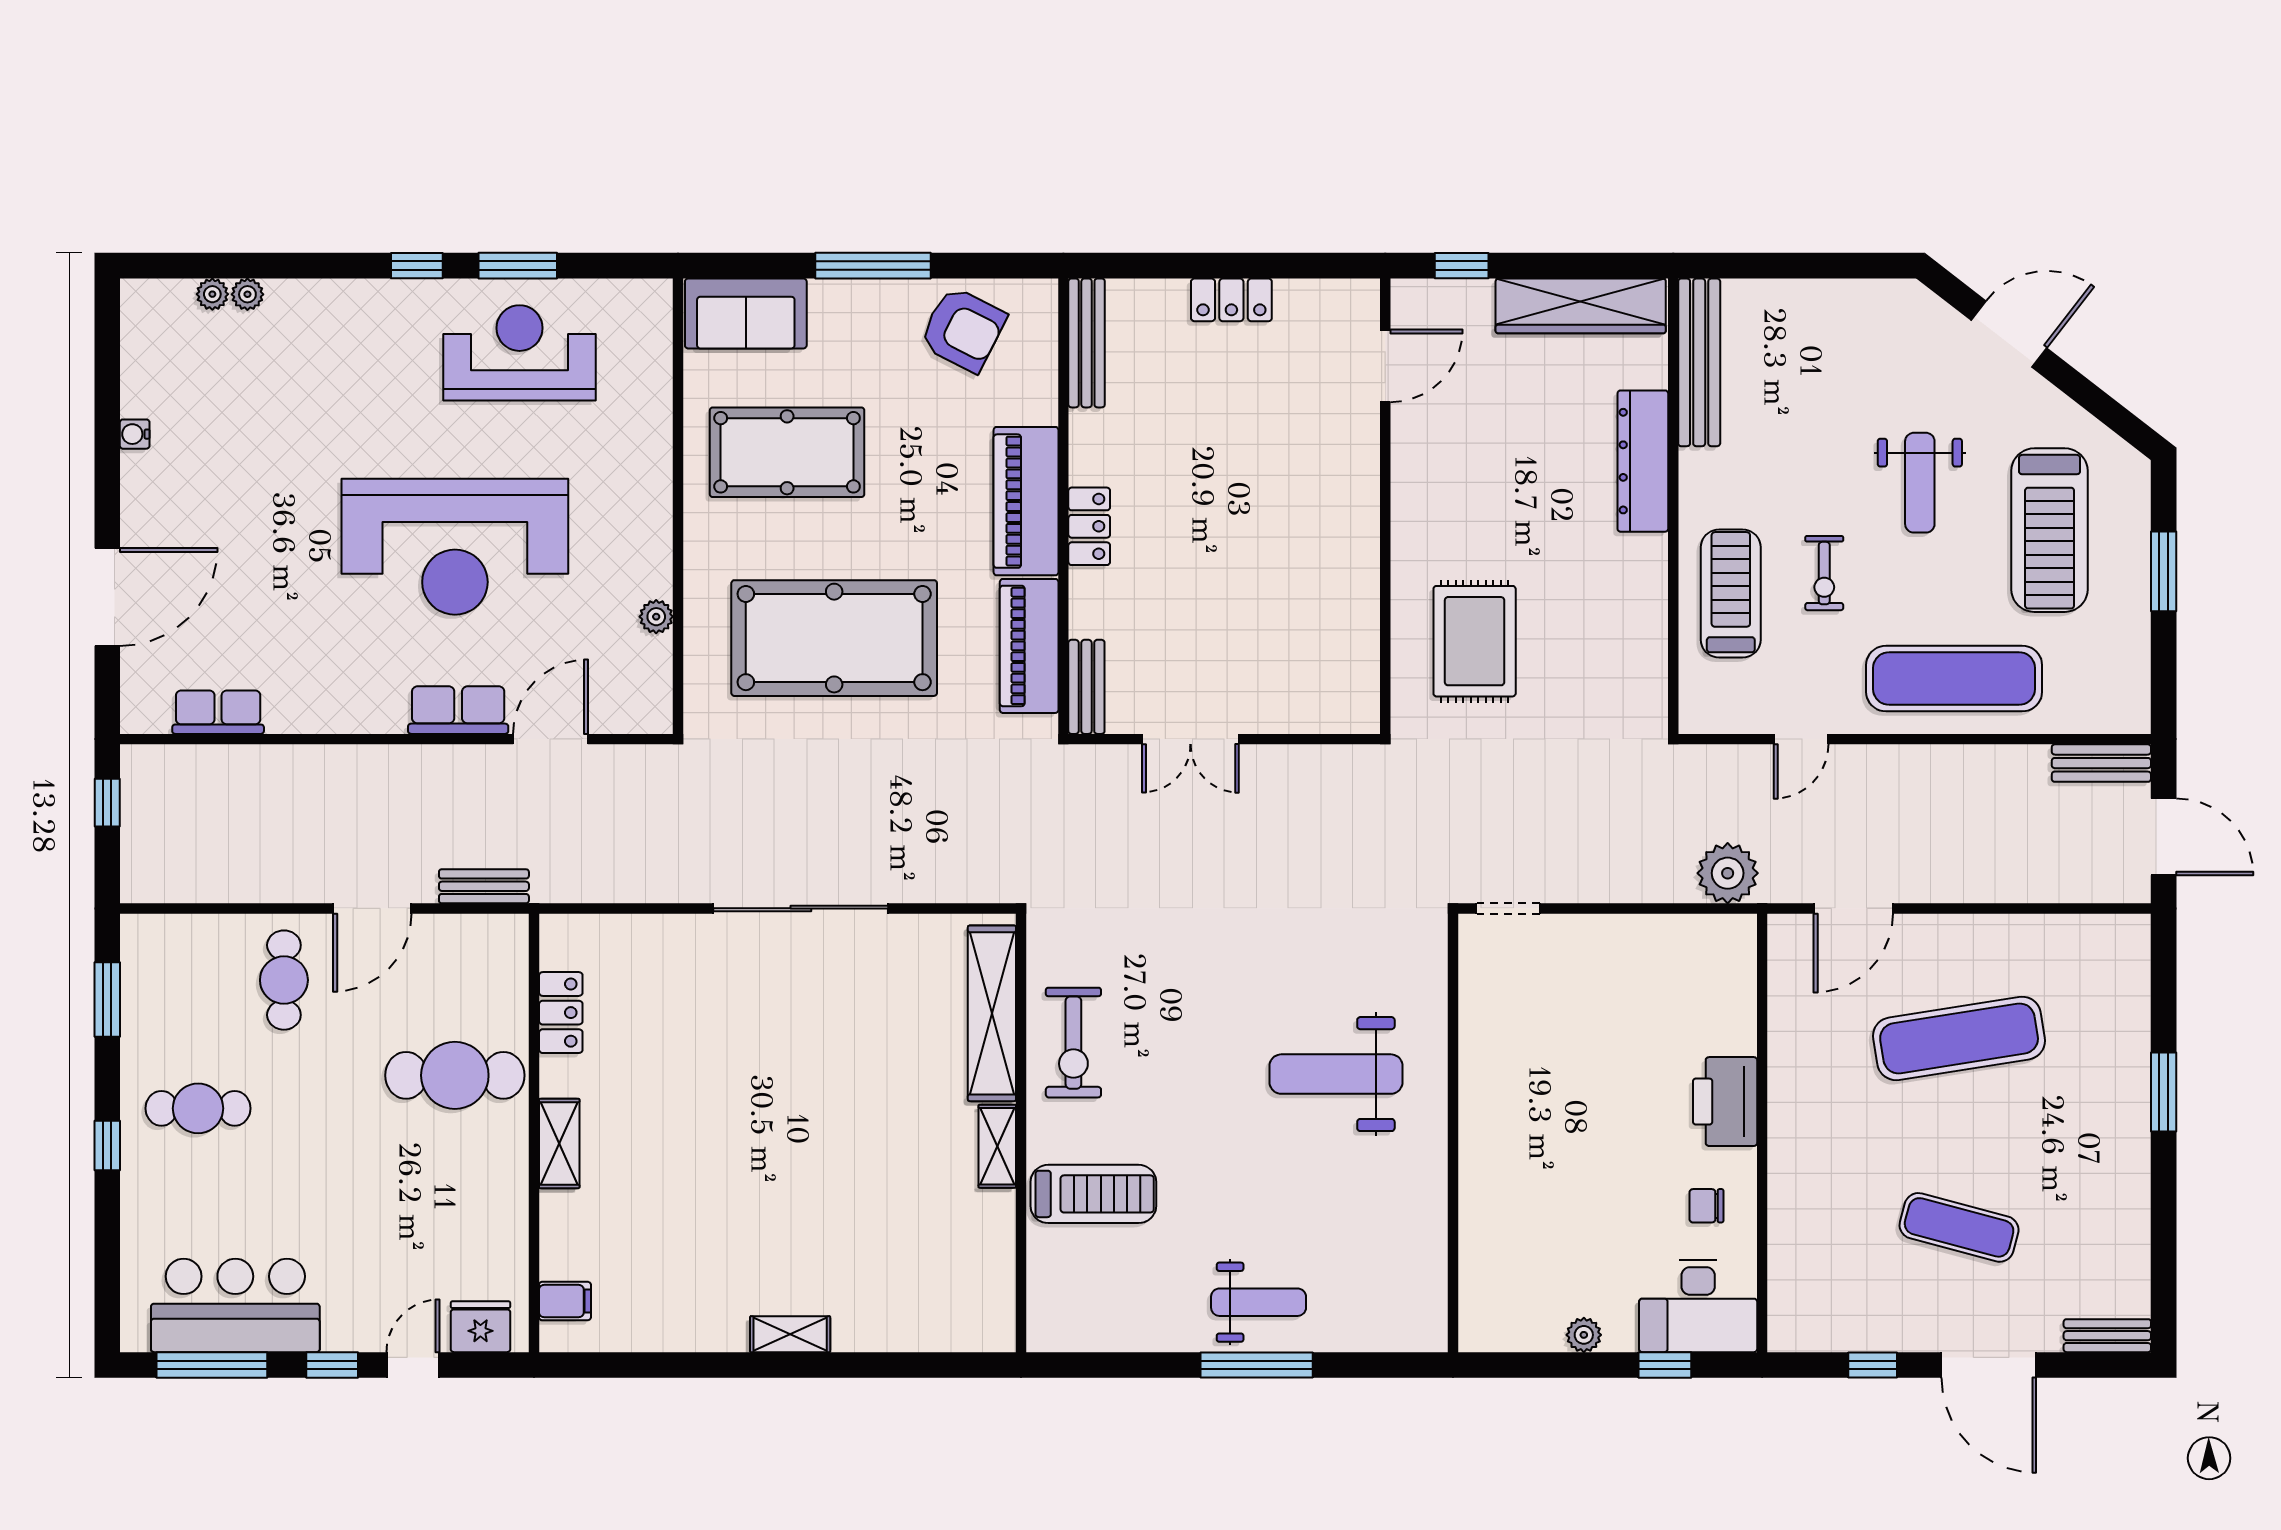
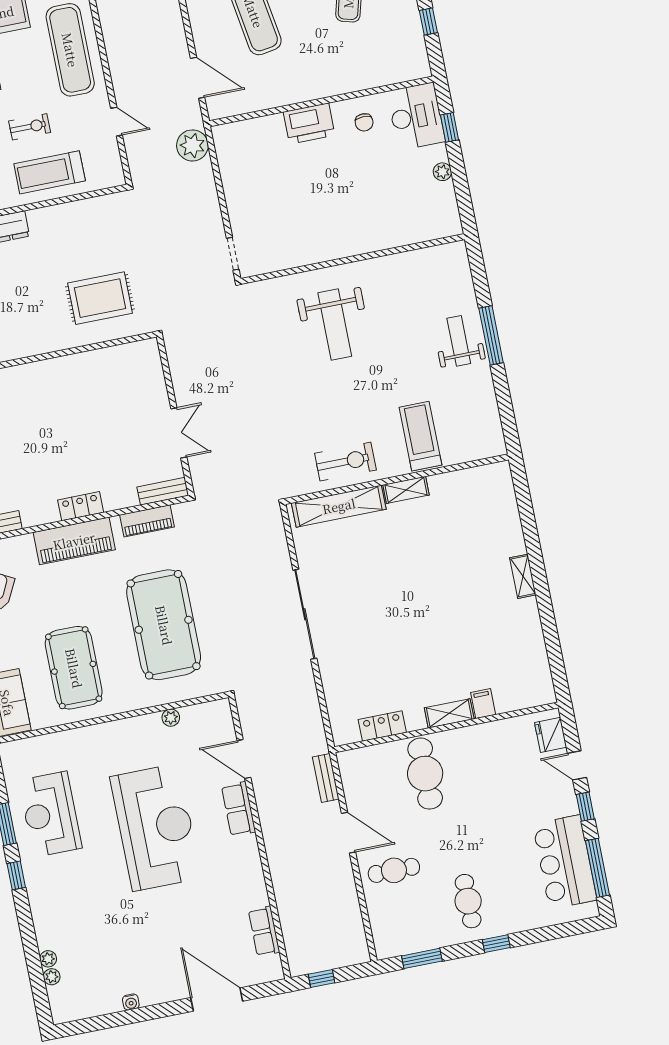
piano: (1029, 646) -> (147, 521), width x0.73, depth x0.75
filing cabinet: (565, 1301) -> (483, 704), moved

